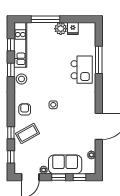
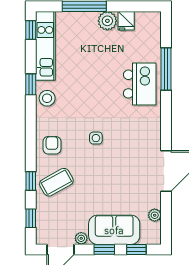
window: (11, 45) -> (31, 30), moved

